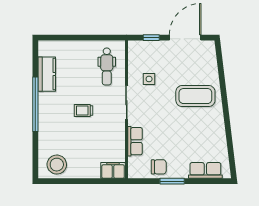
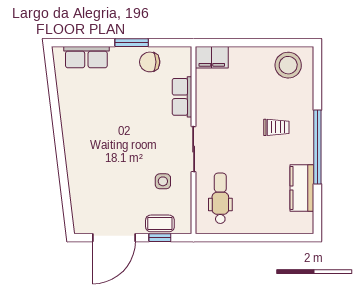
coffee table: (195, 96) -> (160, 223), moved, width x0.54, depth x0.58
trolley: (83, 110) -> (276, 127), moved

